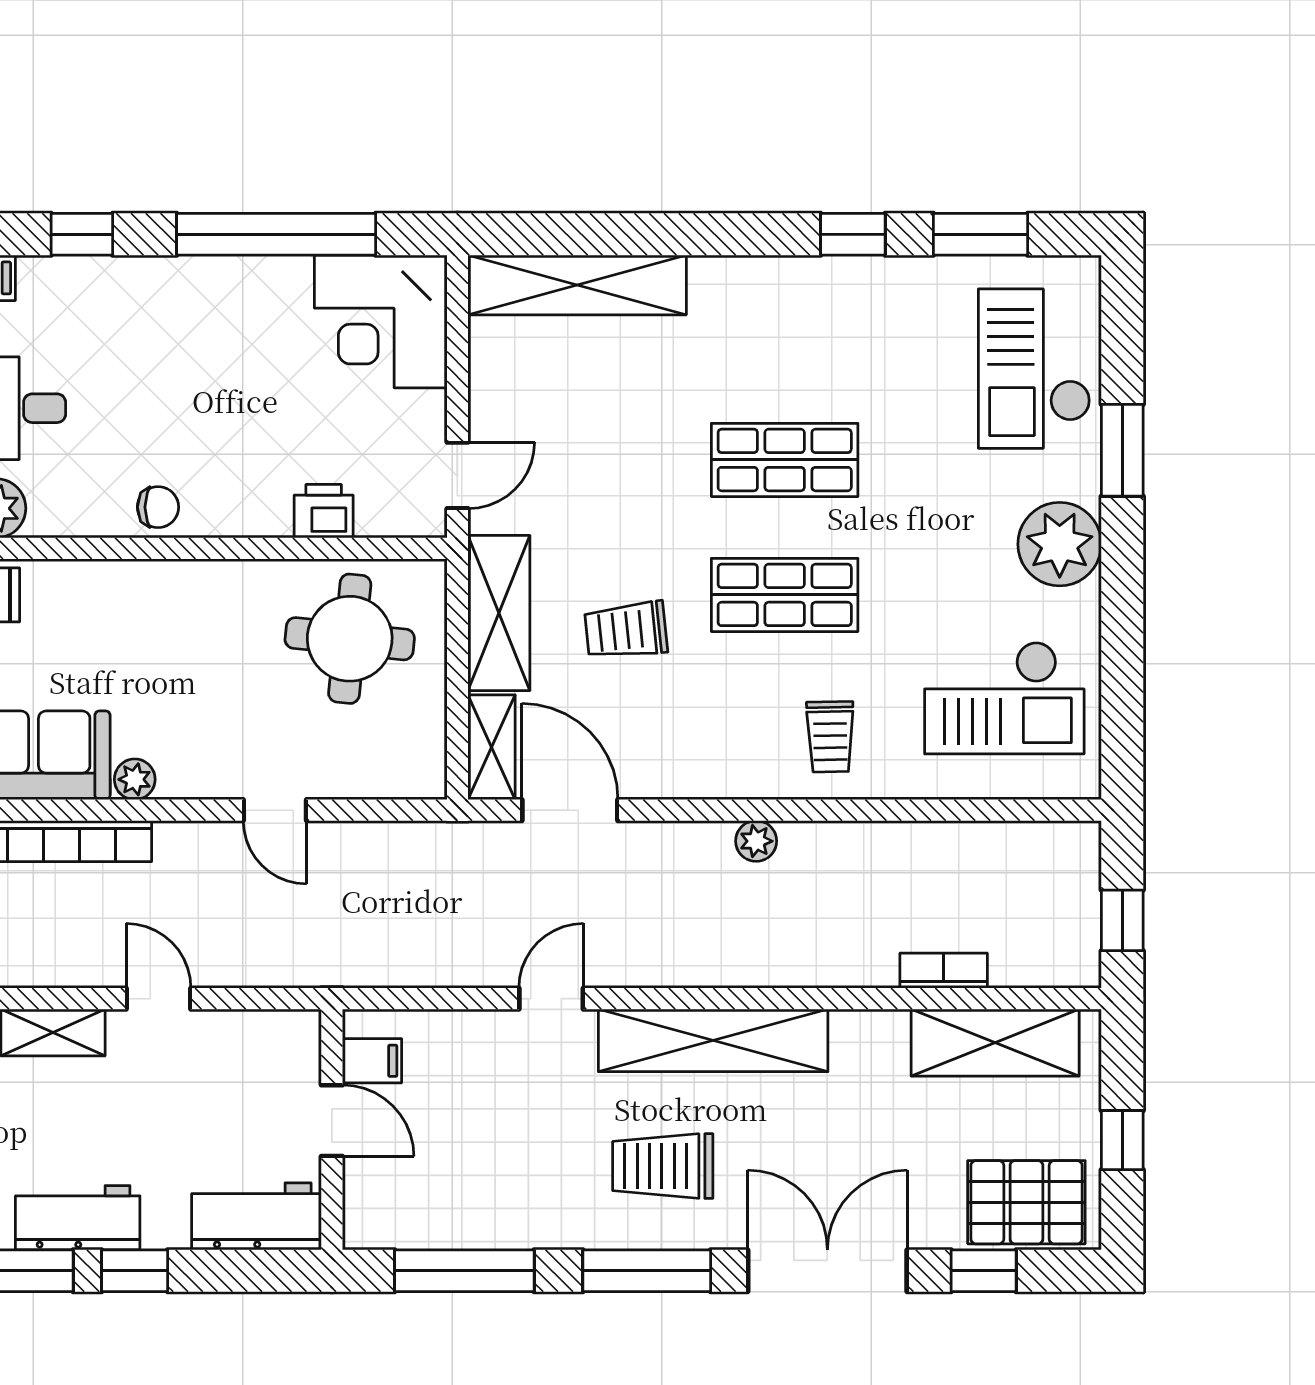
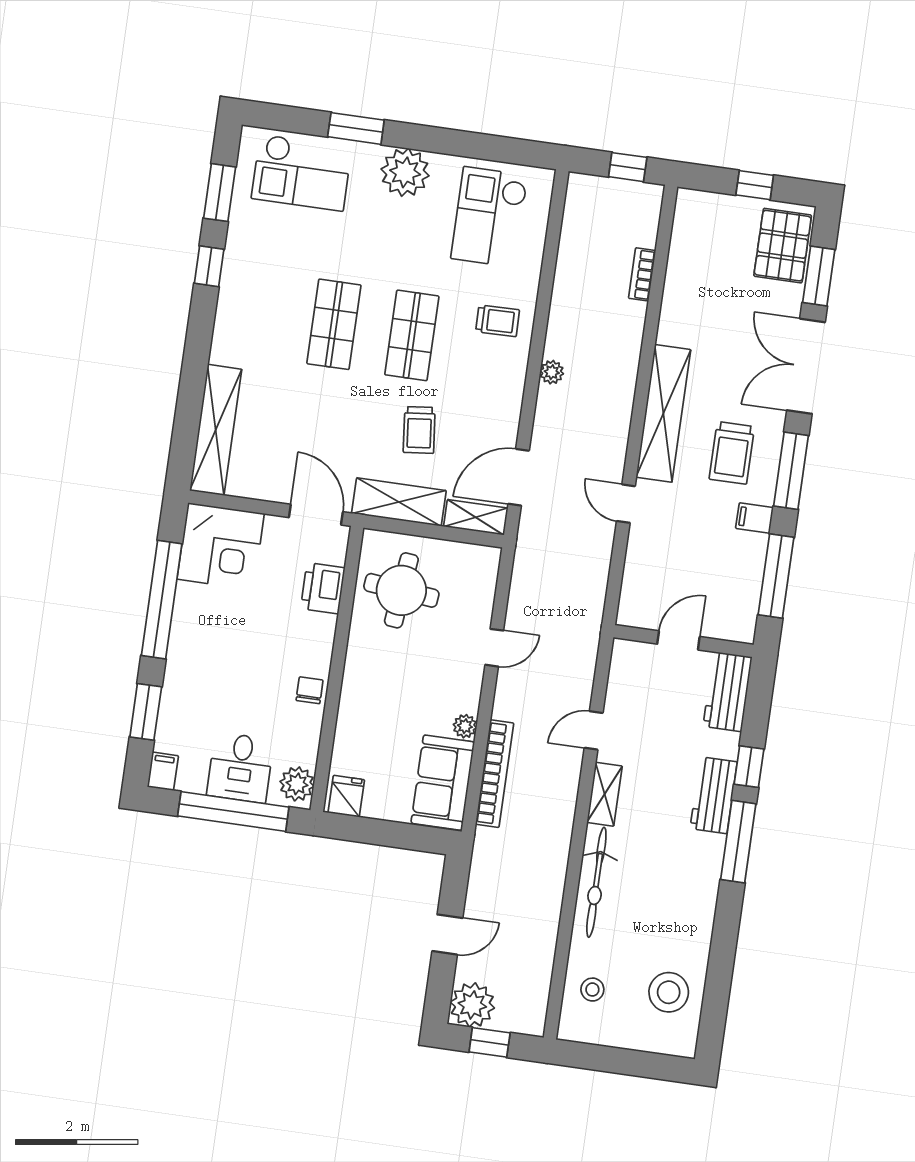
window: (82, 234) -> (146, 712), width x1.50
door: (457, 475) -> (316, 515), width x1.38
printer: (324, 511) -> (323, 588), width x1.36, depth x1.24
checkout: (1004, 698) -> (489, 217), turned 180
shelving: (995, 1043) -> (688, 251), removed
filing cabinet: (372, 1061) -> (755, 518), moved, turned -90
window: (984, 1271) -> (819, 276), width x1.50

